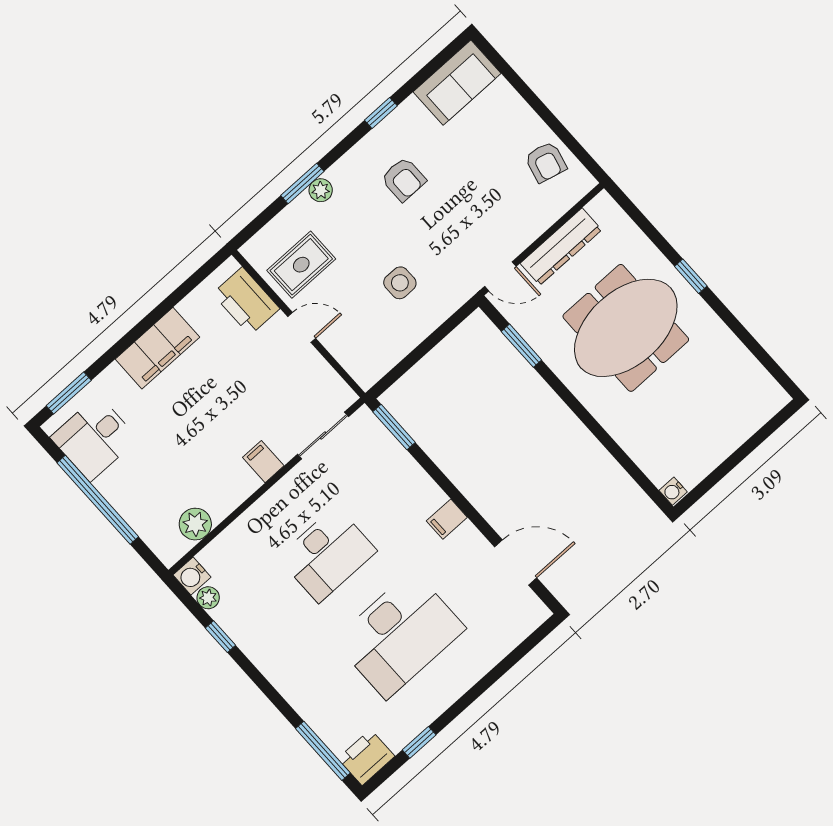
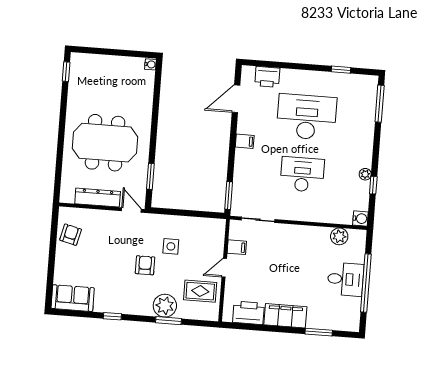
armchair: (404, 179) -> (145, 265), moved
plant: (321, 190) -> (165, 306), width x1.87, depth x1.87
window: (691, 276) -> (66, 72), moved
printer: (246, 301) -> (248, 313), moved, turned -90
door: (302, 327) -> (224, 268), hinge flipped
window: (69, 393) -> (319, 332), moved
desk: (94, 438) -> (346, 279), moved
filing cabinet: (263, 462) -> (237, 247), moved, turned -90
door: (516, 562) -> (236, 99), hinge flipped
plant: (208, 598) -> (365, 174), moved
printer: (366, 757) -> (267, 77), moved

